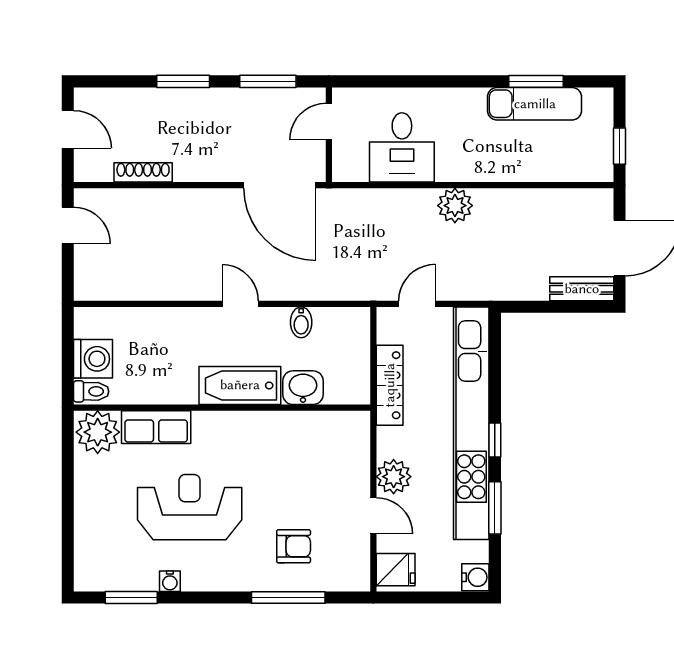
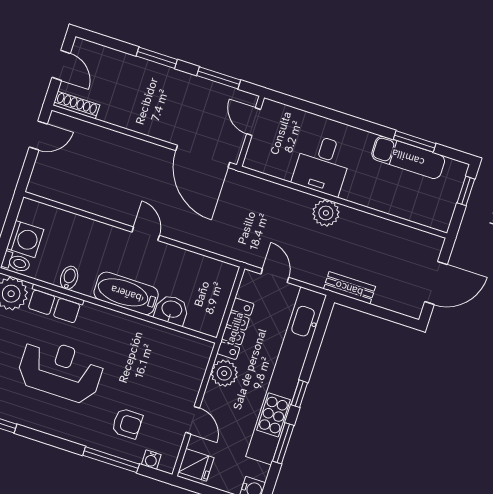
door: (329, 122) -> (254, 122), hinge flipped
window: (619, 146) -> (466, 191), moved
desk: (402, 147) -> (322, 165), moved
shoe rack: (143, 172) -> (76, 105), moved
door: (68, 225) -> (38, 136), hinge flipped
bench: (582, 289) -> (349, 288), moved
door: (417, 304) -> (275, 276), hinge flipped
bidet: (301, 322) -> (69, 278), moved, turned 180
plant: (394, 477) -> (224, 373), moved
water cooler: (170, 581) -> (151, 460), moved

